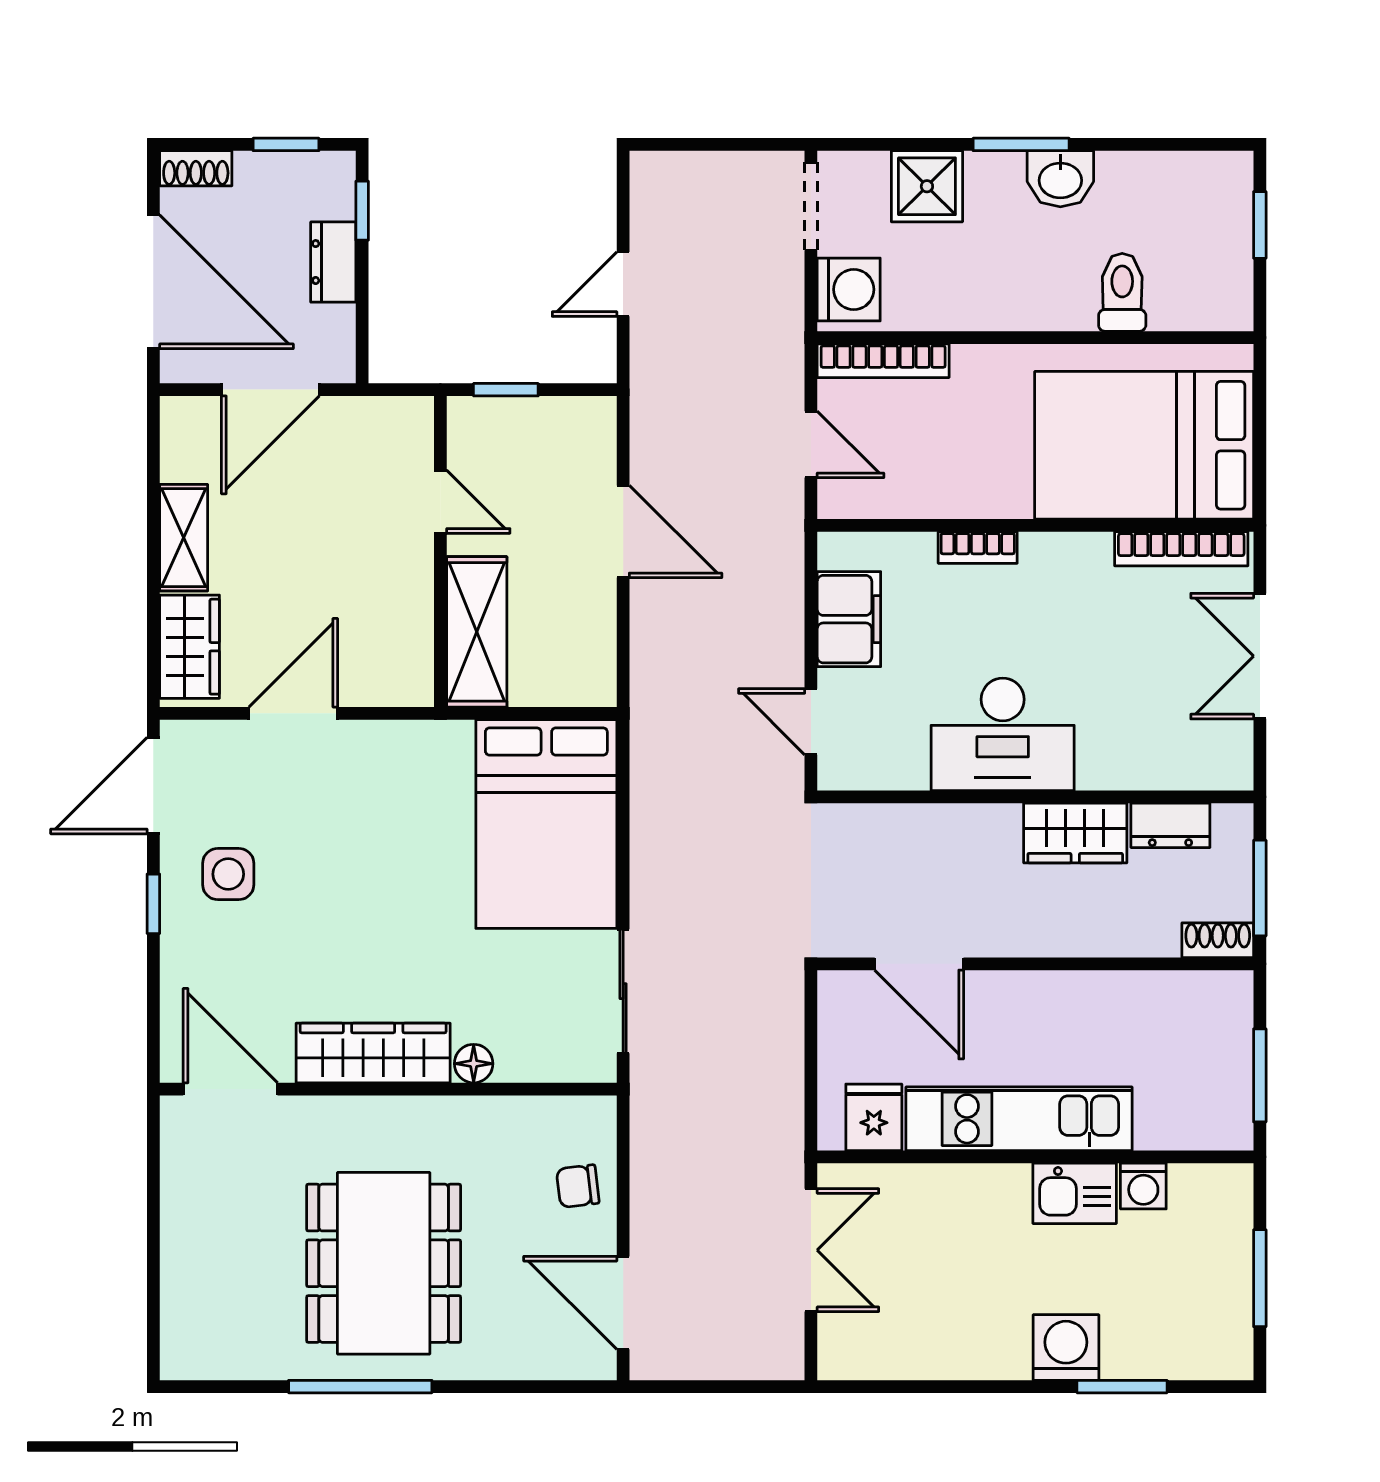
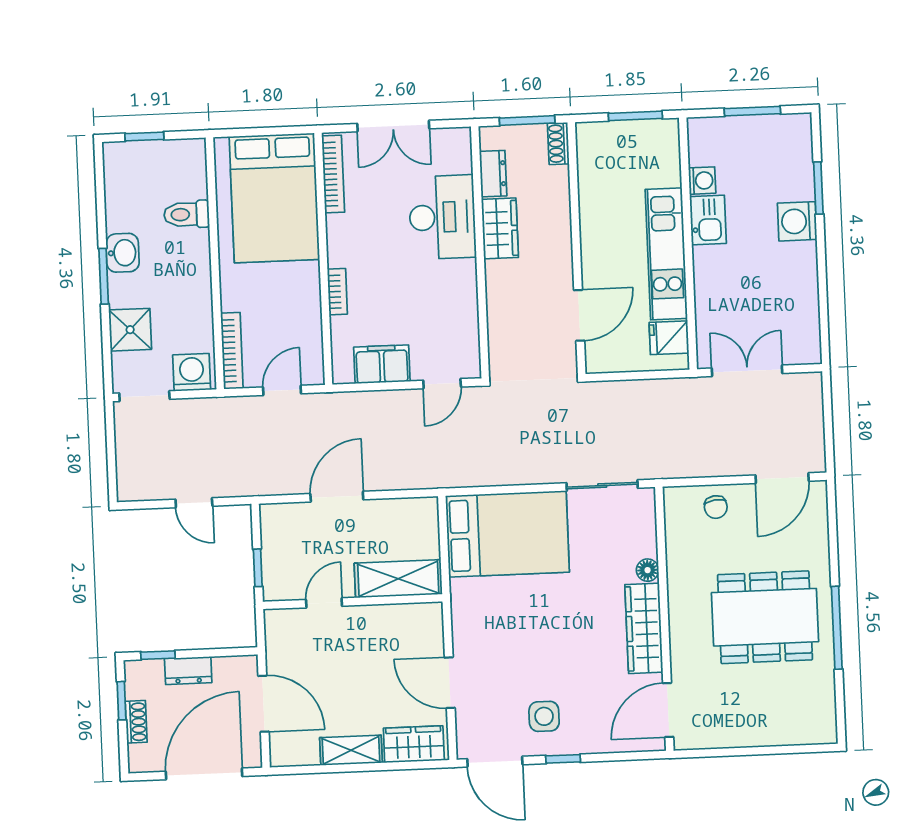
shoe rack: (196, 168) -> (136, 722), moved
desk: (1003, 734) -> (442, 217), moved

